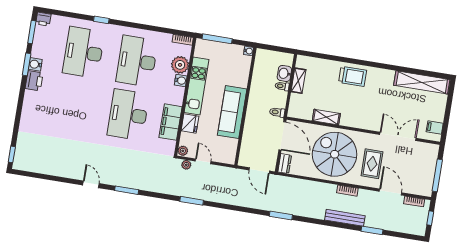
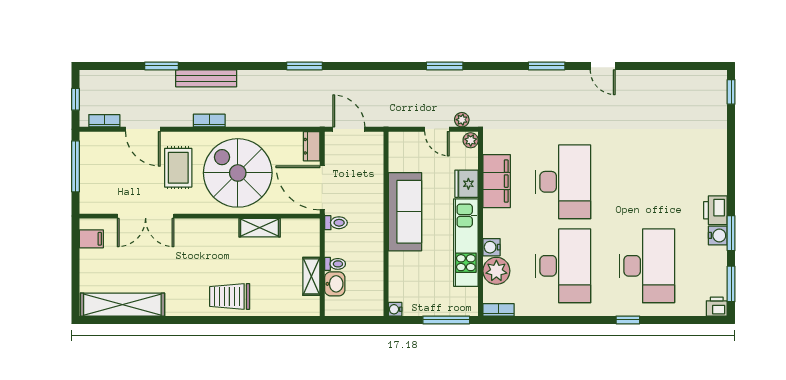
spiral stairs: (335, 154) -> (238, 173), turned 180

